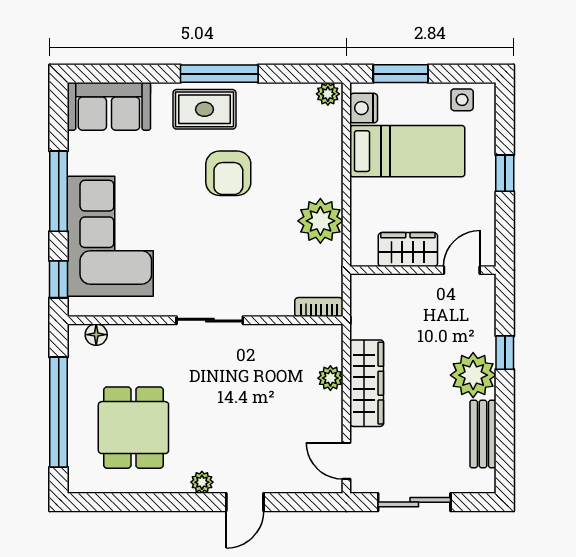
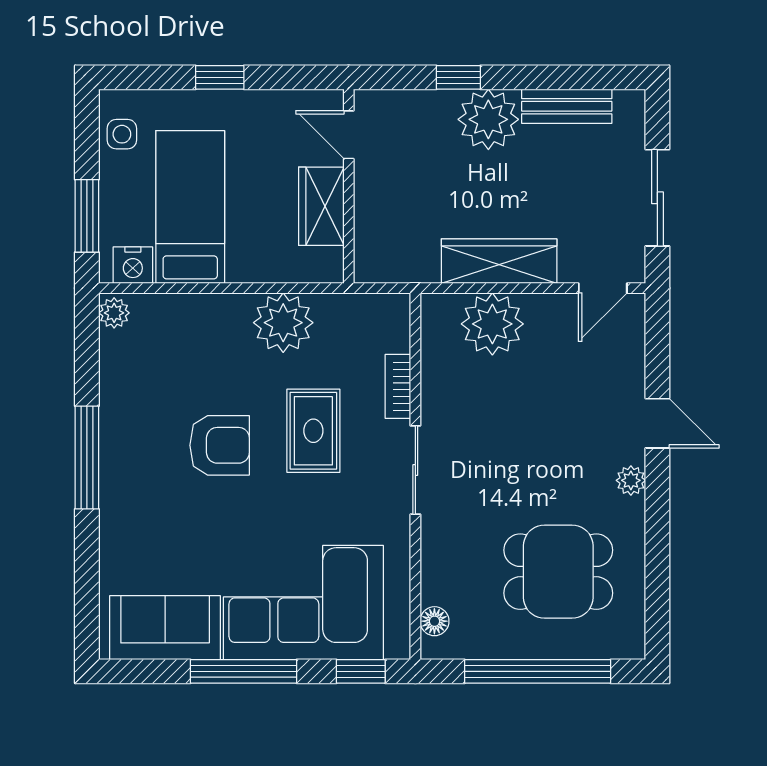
sofa: (109, 106) -> (165, 628), moved, turned -90
rug: (204, 109) -> (313, 431), moved
bookcase: (319, 307) -> (398, 386), moved
plant: (330, 378) -> (492, 324), width x1.87, depth x1.87

